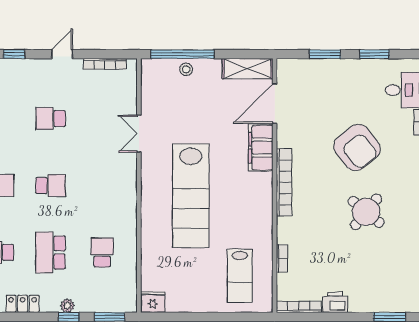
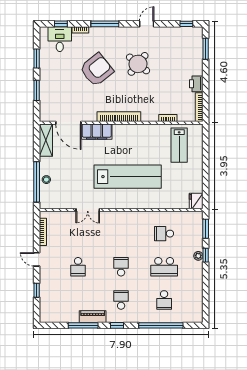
lab bench: (240, 276) -> (179, 145), turned 90
locker: (23, 304) -> (197, 285), removed

